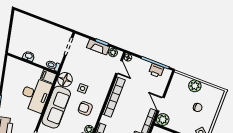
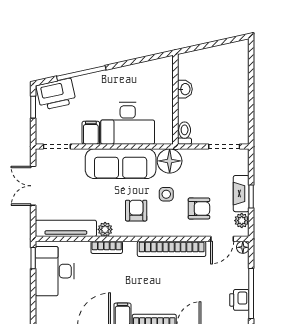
armchair: (97, 73) -> (199, 208), added
filing cabinet: (48, 76) -> (91, 133), moved

